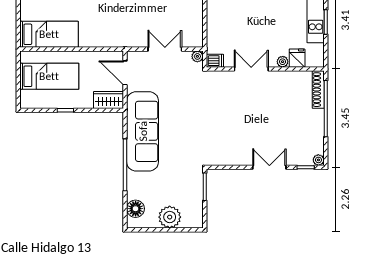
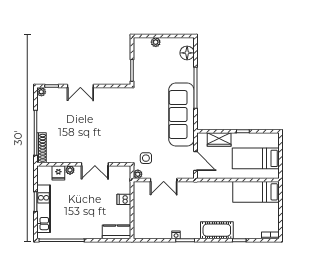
dishwasher: (215, 61) -> (124, 199), moved
side table: (187, 77) -> (146, 158), added
wardrobe: (108, 100) -> (219, 140), moved
plant: (170, 217) -> (156, 42), width x0.53, depth x0.53

